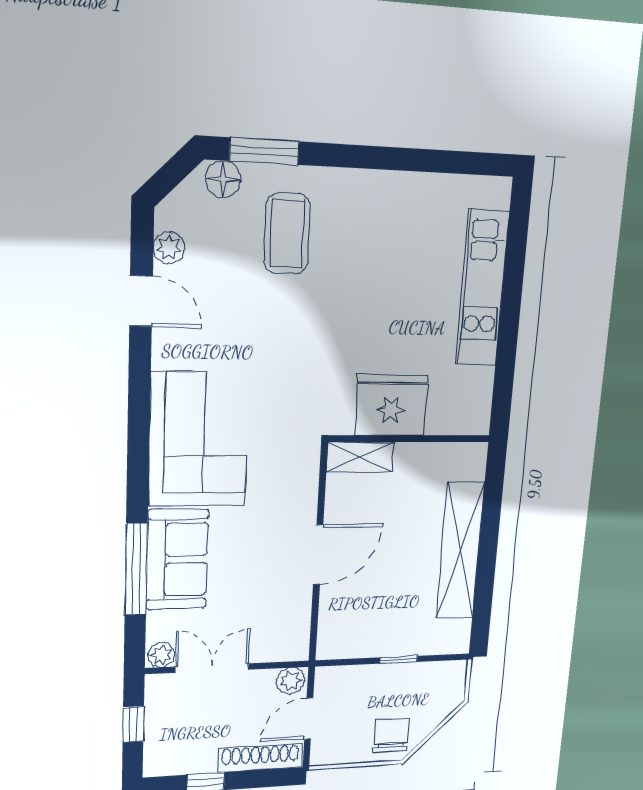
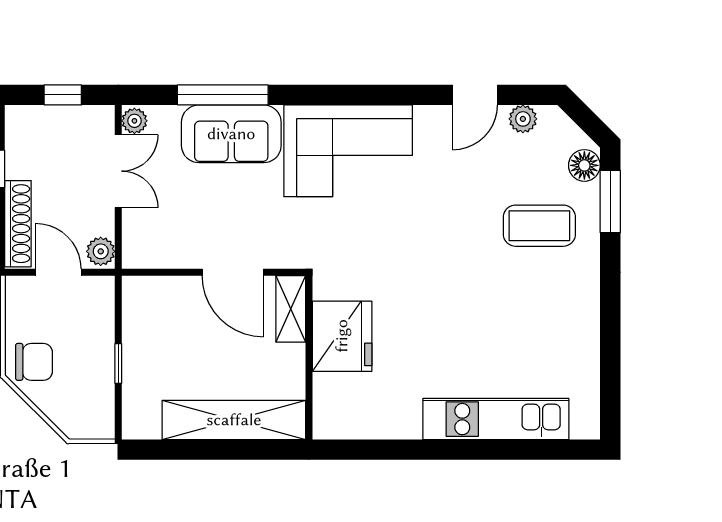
fridge: (391, 405) -> (342, 336), moved
wall: (410, 439) -> (309, 358), moved
shelving: (360, 457) -> (291, 309), moved

